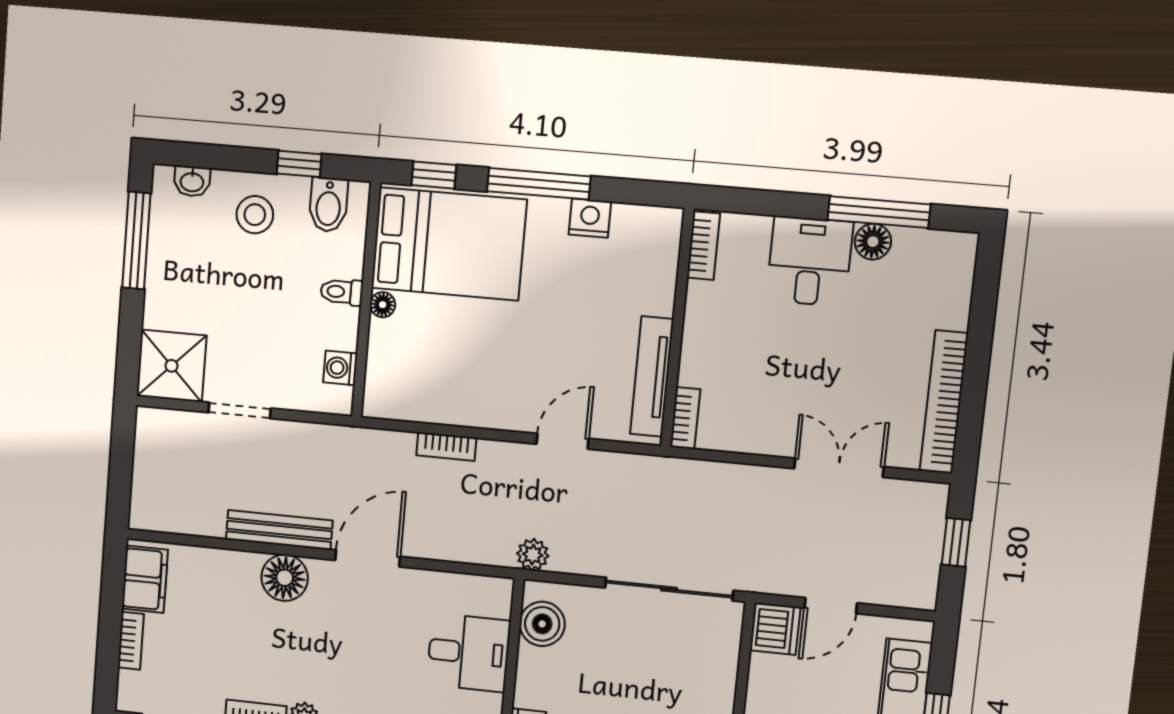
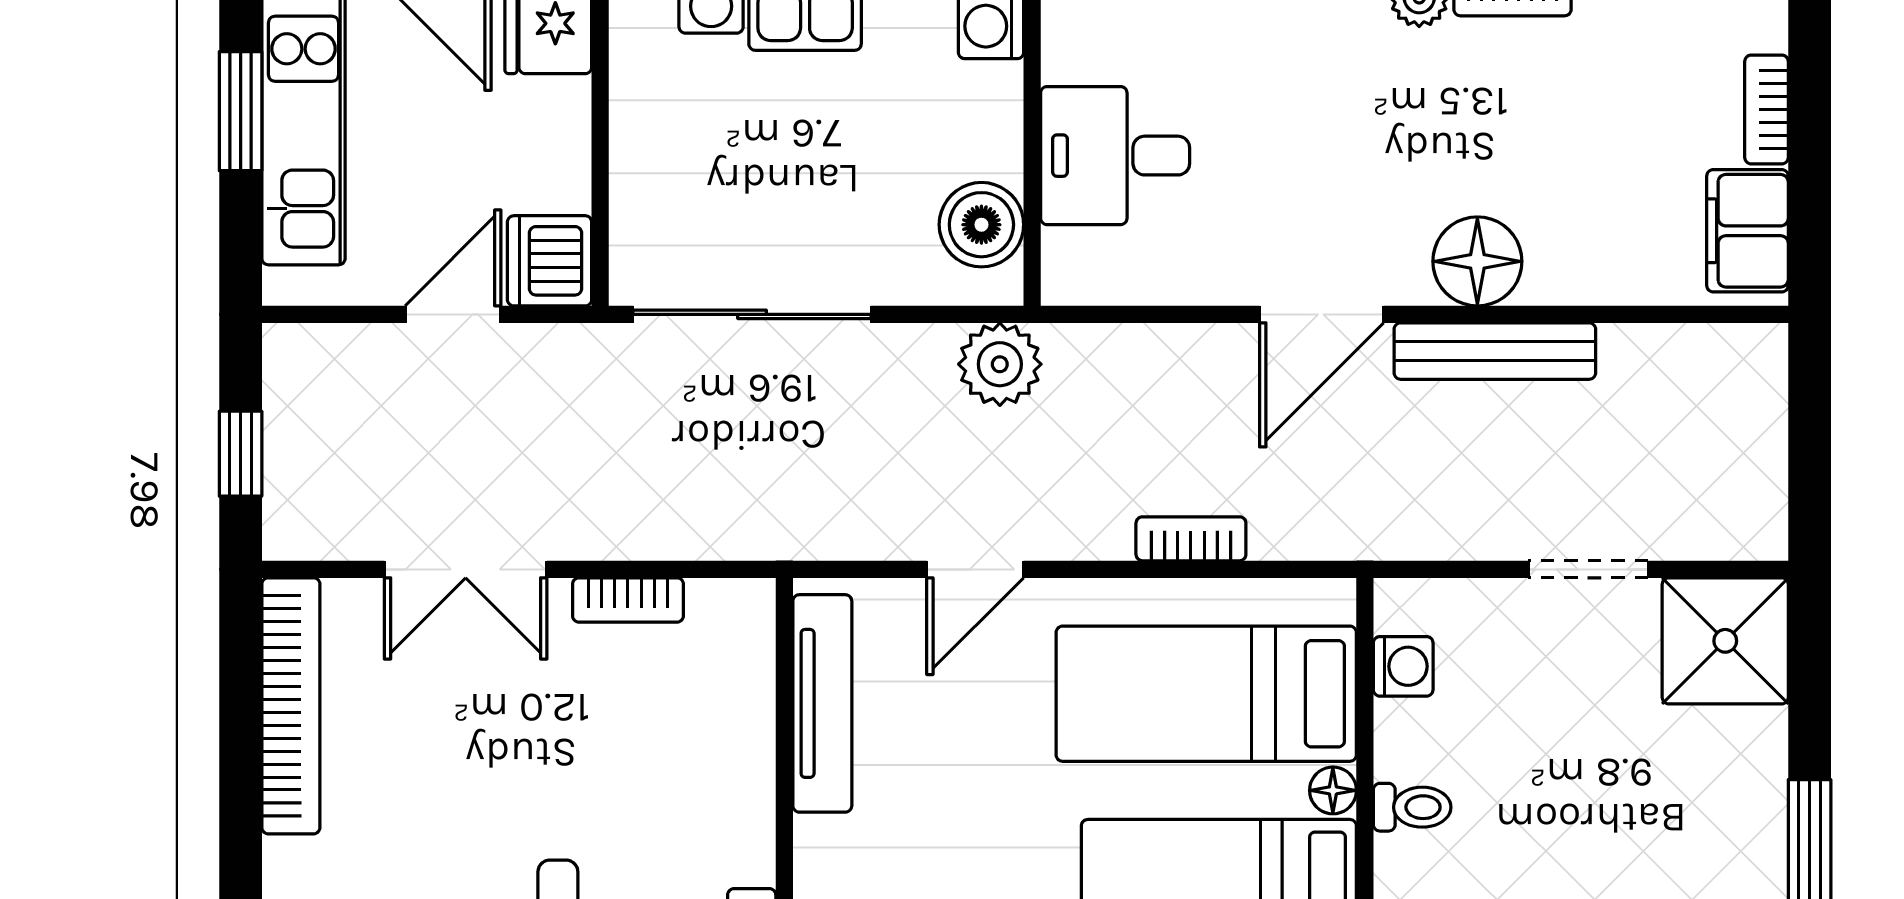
bed: (445, 363) -> (1206, 694), added
bookcase: (685, 418) -> (628, 600), moved, turned -90
plant: (533, 555) -> (1000, 364), width x1.38, depth x1.38

